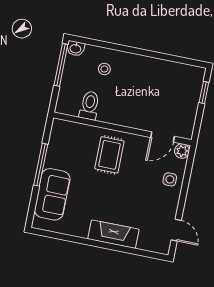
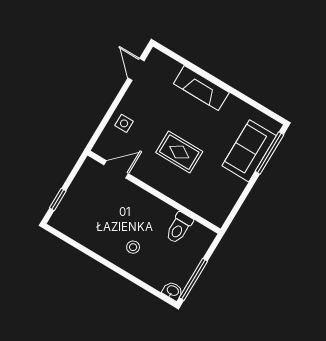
stool: (104, 69) -> (133, 247), moved
plant: (182, 151) -> (101, 148), removed
rug: (109, 155) -> (179, 152), moved, turned 90
window: (41, 165) -> (269, 153), moved

